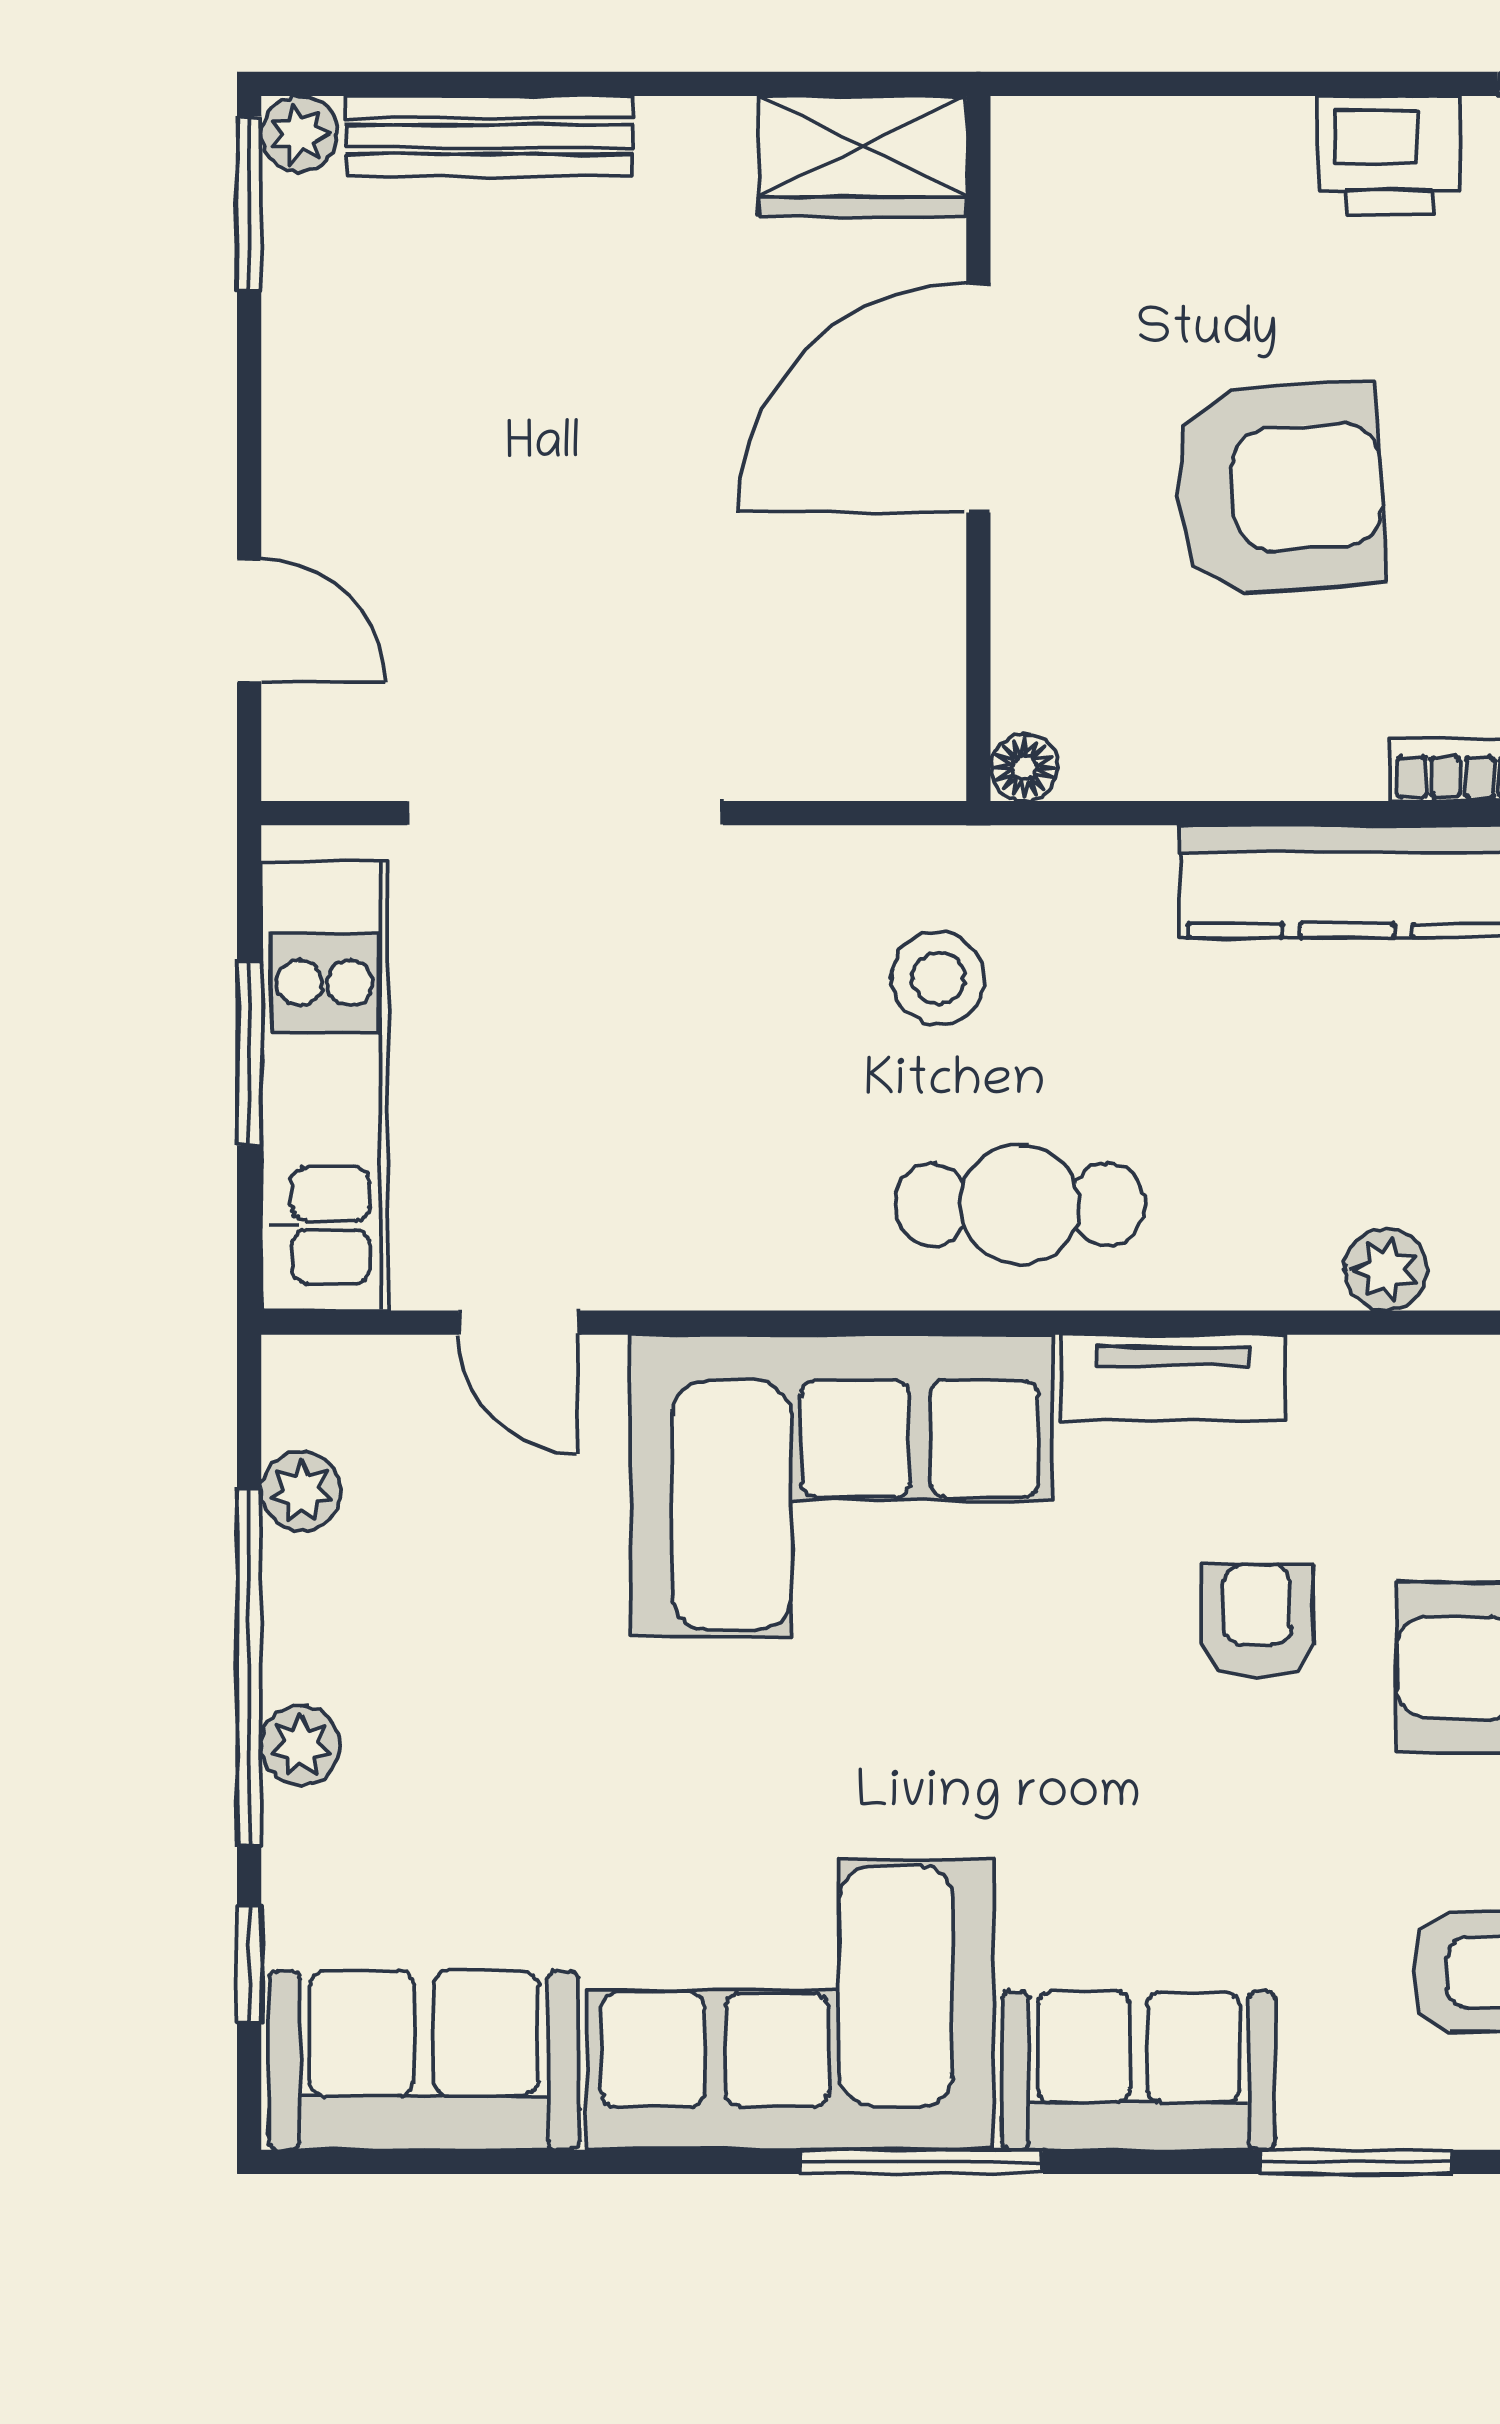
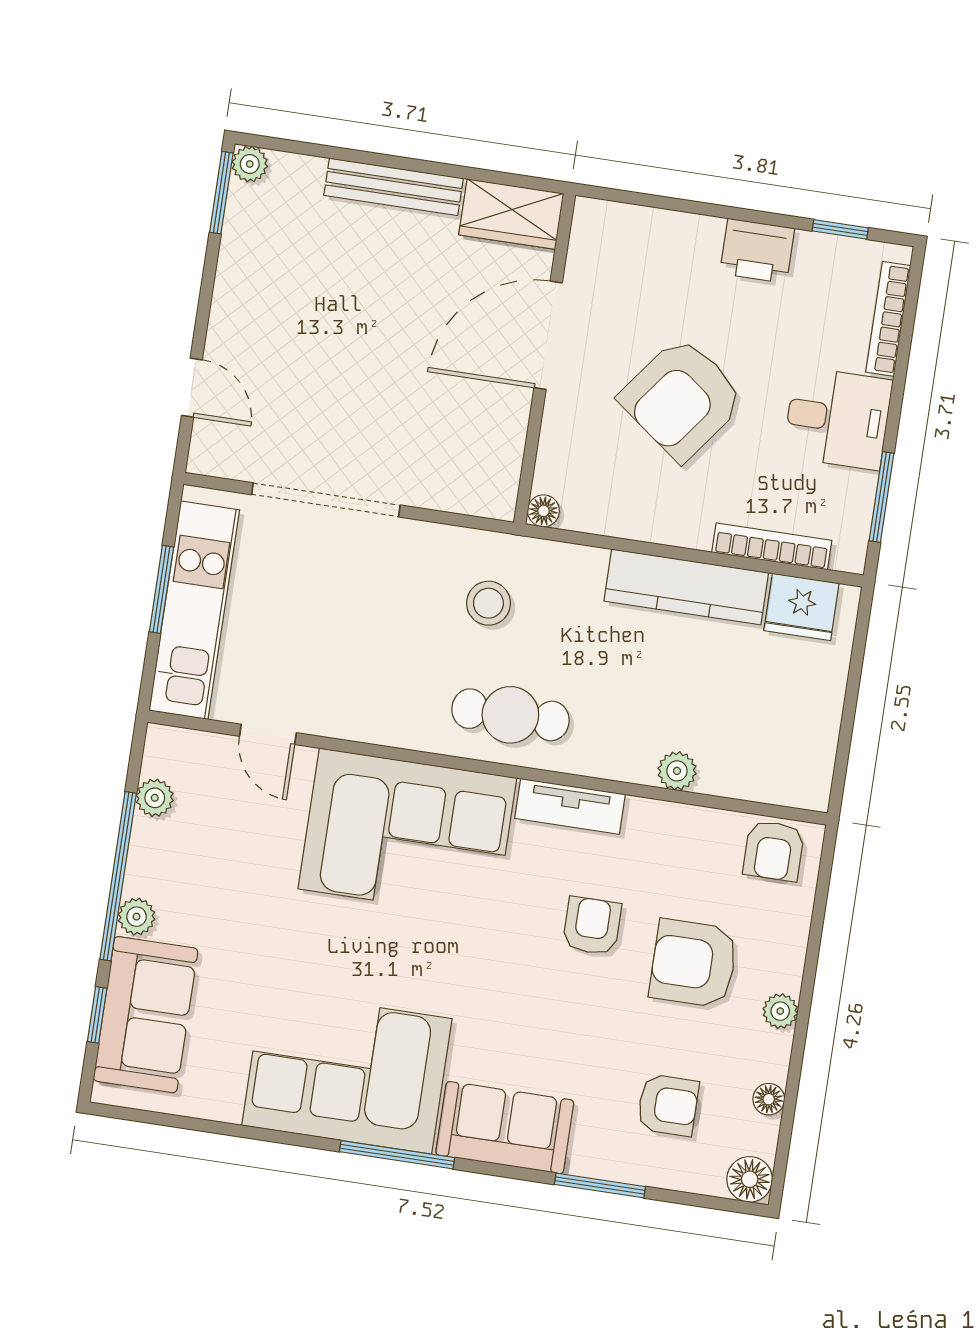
bench: (489, 136) -> (394, 187), moved
armchair: (1279, 489) -> (682, 399), turned 131
sofa: (424, 2060) -> (146, 1015), moved, turned 90

